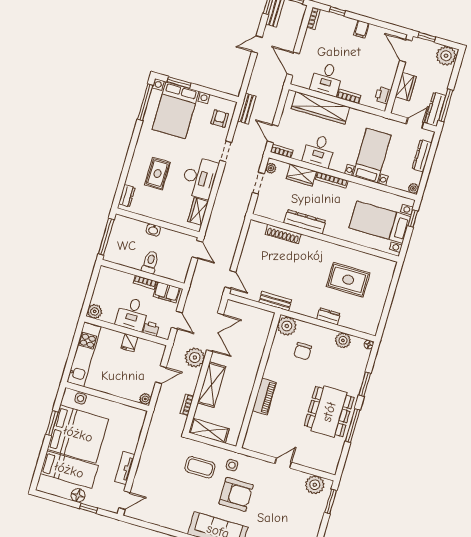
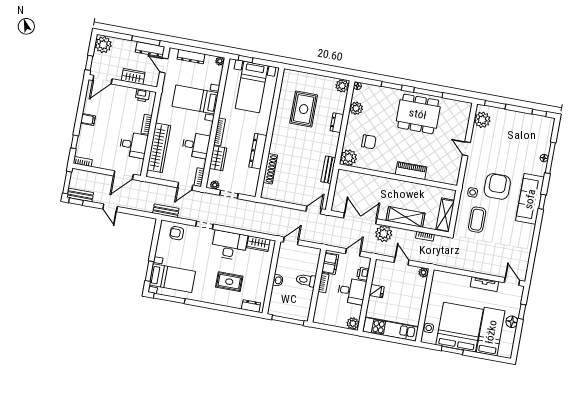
bed with nightstands: (176, 110) -> (172, 278), width x0.73
plant: (371, 327) -> (342, 86), added

